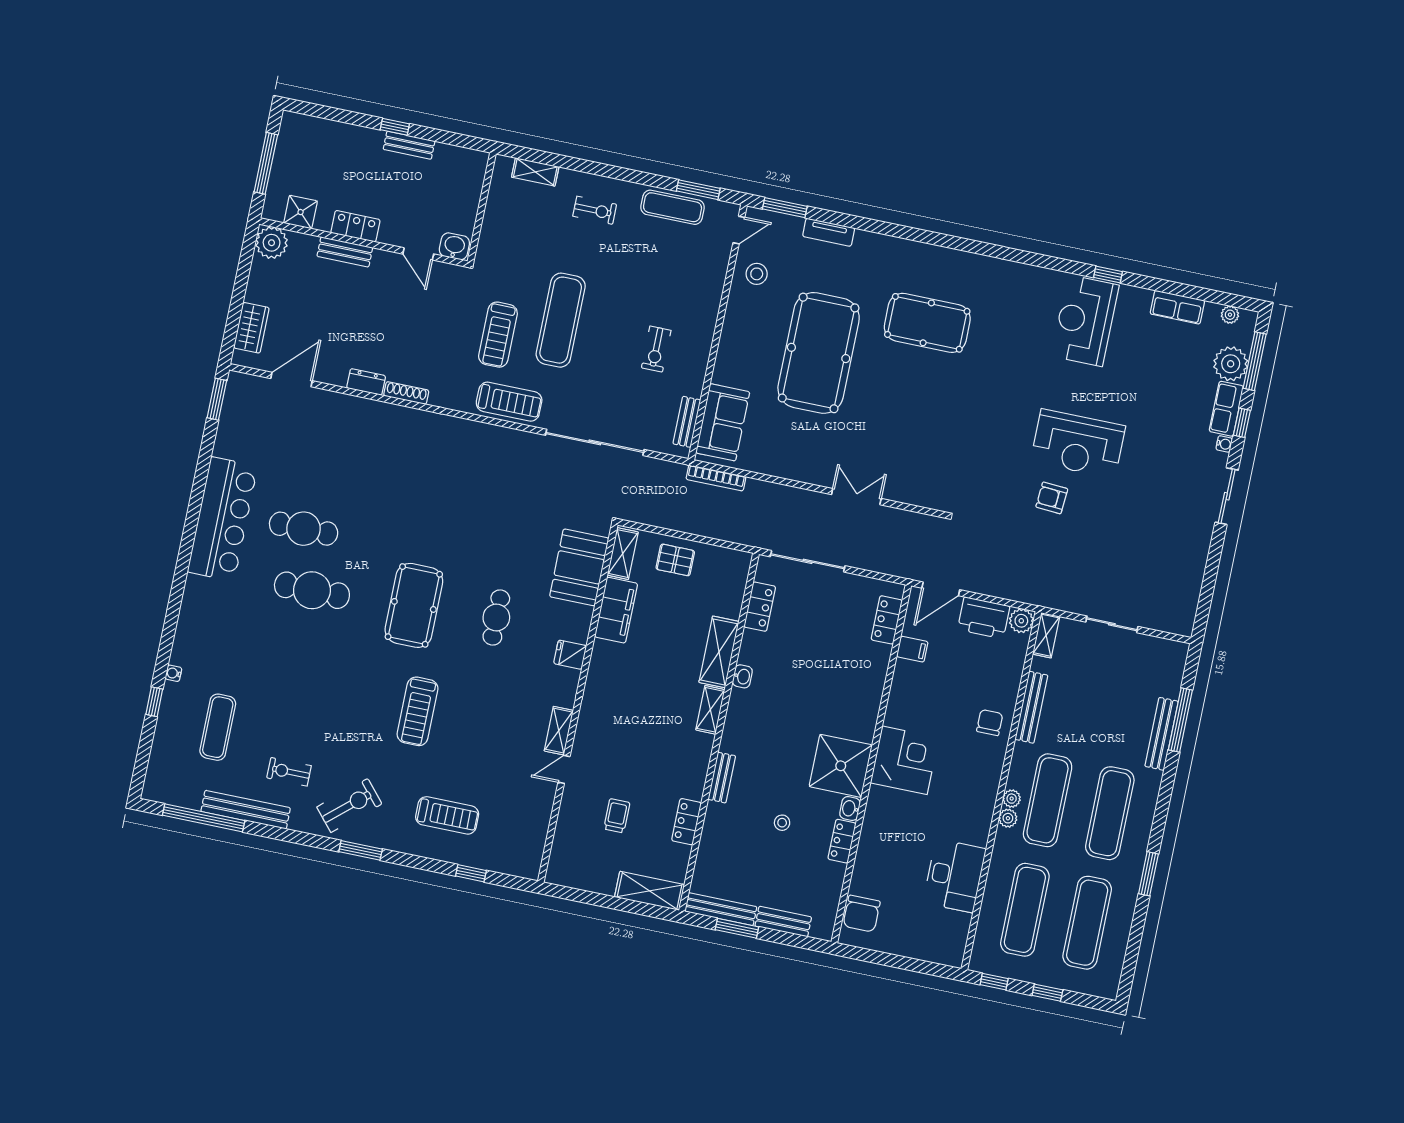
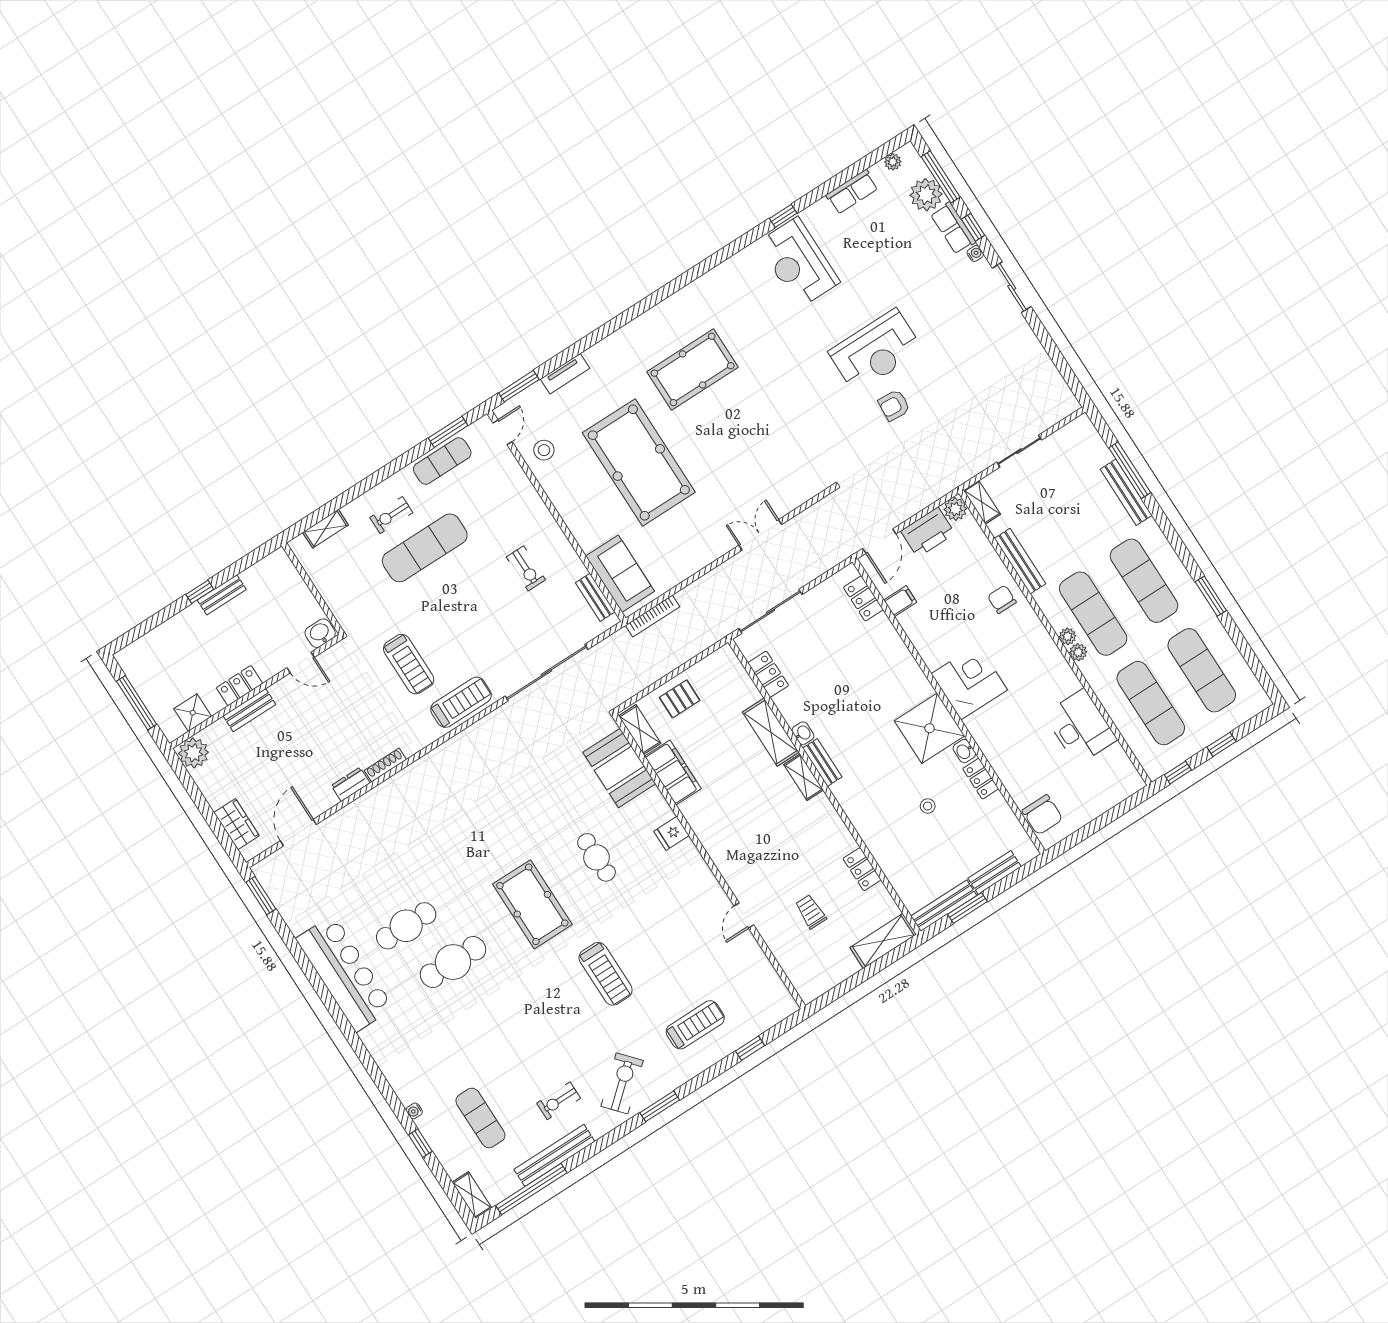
exercise bike: (595, 210) -> (391, 515), turned 180
exercise mat: (561, 320) -> (425, 548), moved, turned 90
shelving: (559, 731) -> (472, 1195), moved
bench: (722, 778) -> (822, 762), moved

